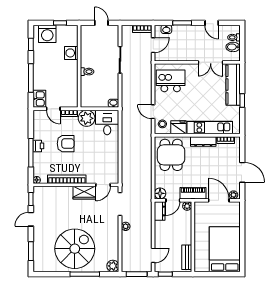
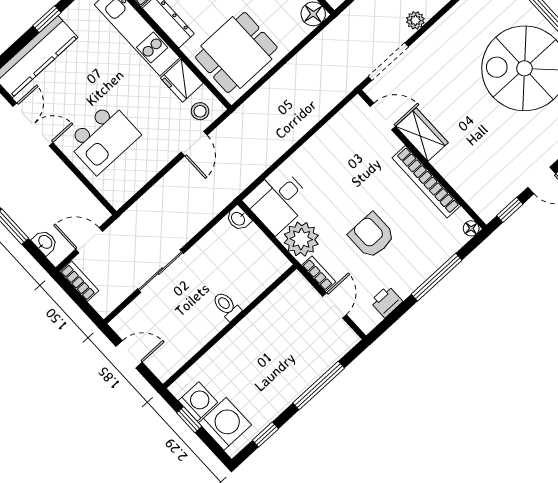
door: (101, 23) -> (129, 354), swing flipped
washing machine: (71, 53) -> (198, 401), moved, turned -90
kitchen island: (171, 81) -> (103, 138), moved, turned -90
kitchen sink: (39, 99) -> (339, 342), removed
printer: (38, 146) -> (386, 302), moved

